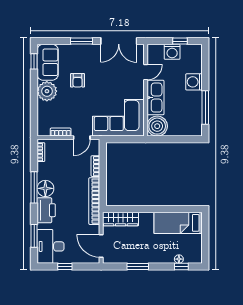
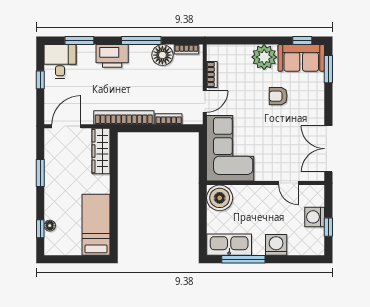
window: (81, 41) -> (328, 69), moved
kitchen sink: (155, 98) -> (229, 245), moved, turned 180
door: (82, 138) -> (205, 101), swing flipped
floor lamp: (45, 188) -> (162, 55), moved
desk: (51, 246) -> (60, 62), width x0.73

